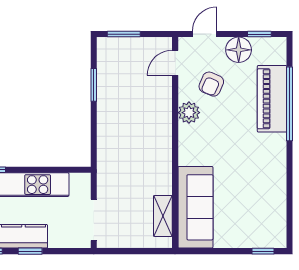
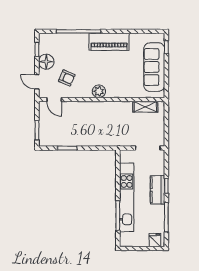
piano: (272, 99) -> (109, 42), moved
plant: (189, 113) -> (99, 91), moved
sofa: (195, 207) -> (154, 67), moved, turned -90

